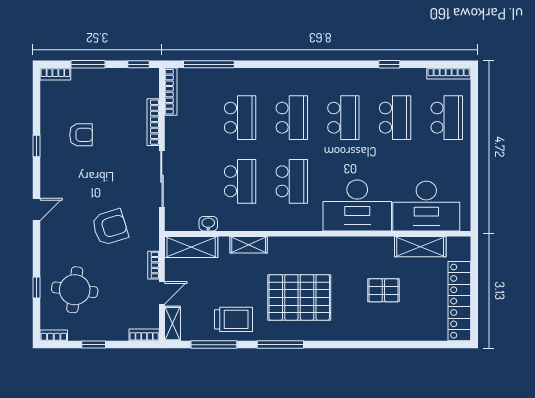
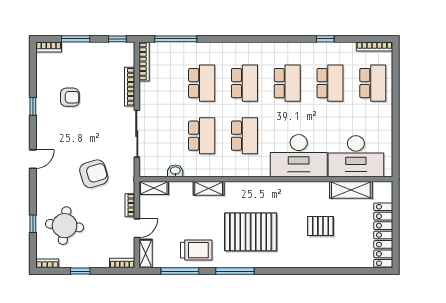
shelving: (191, 247) -> (154, 188), width x0.67, depth x0.75

